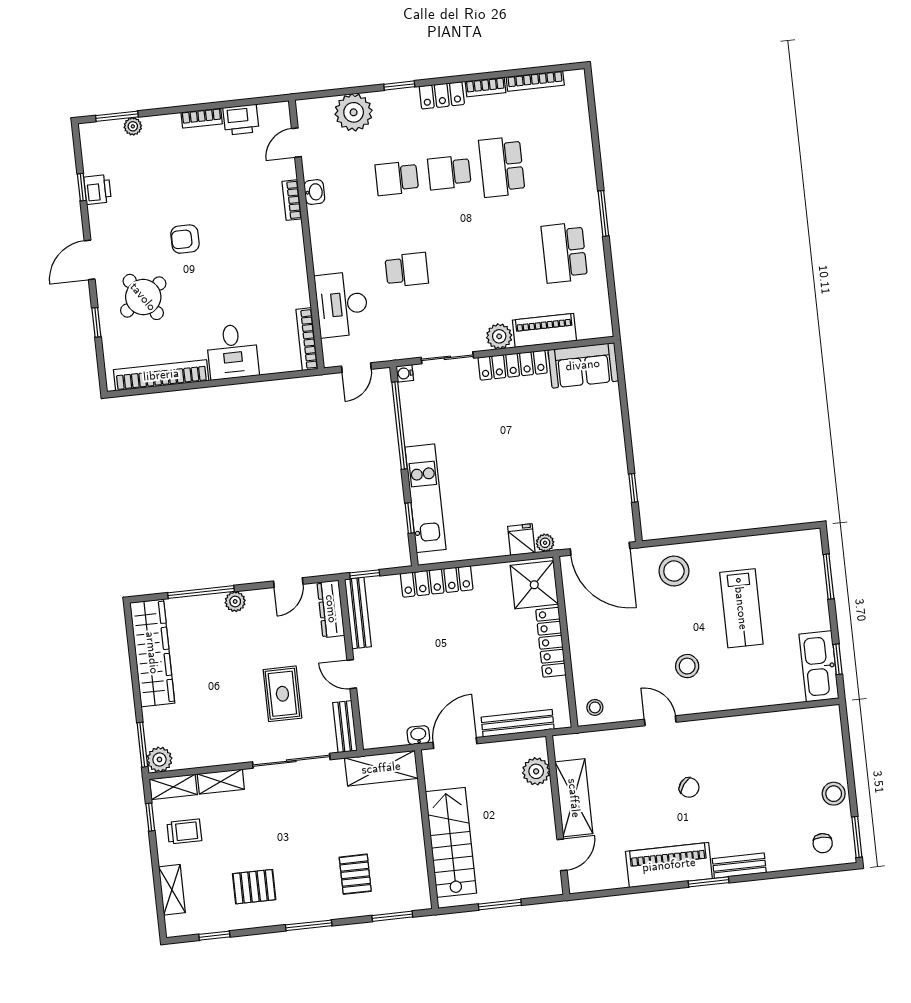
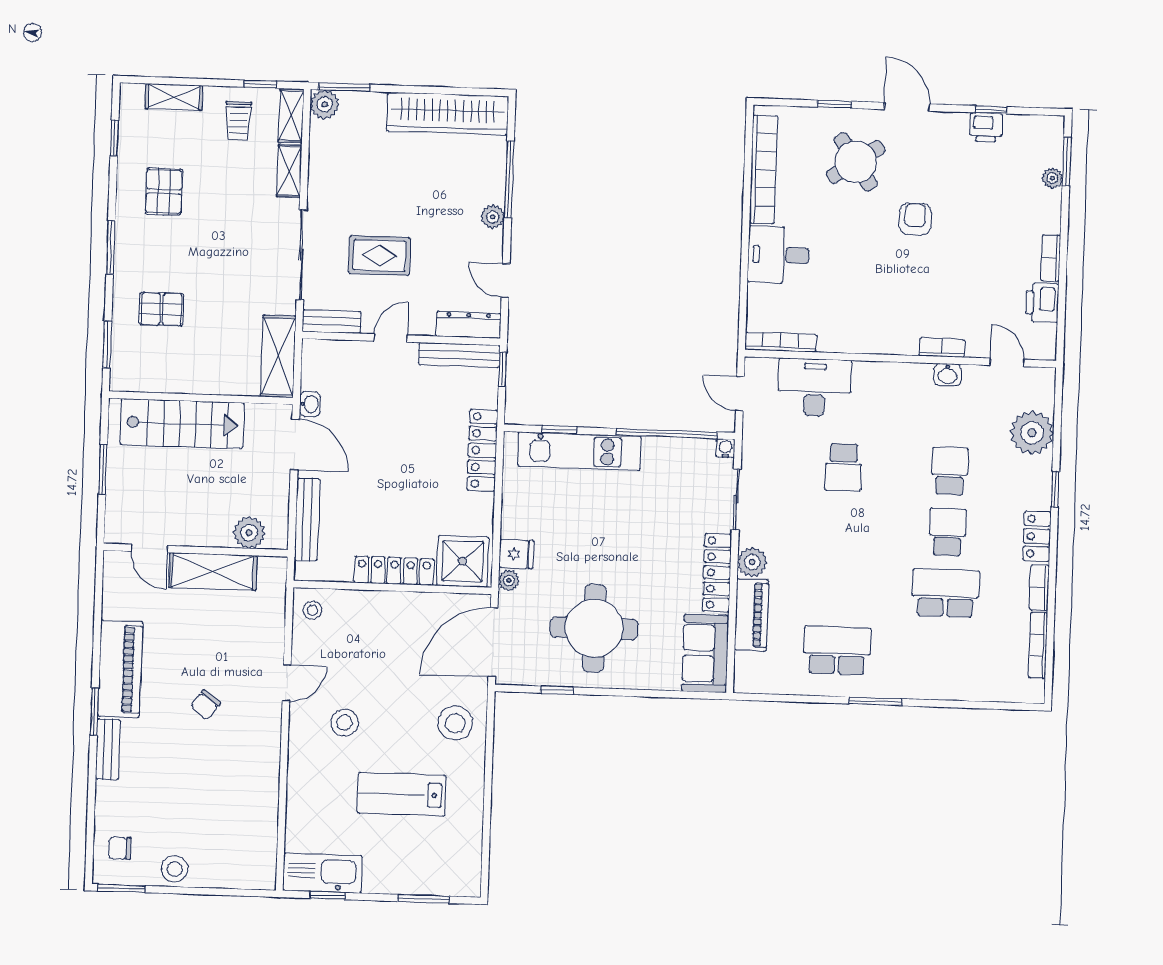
round table: (575, 464) -> (594, 628), added

